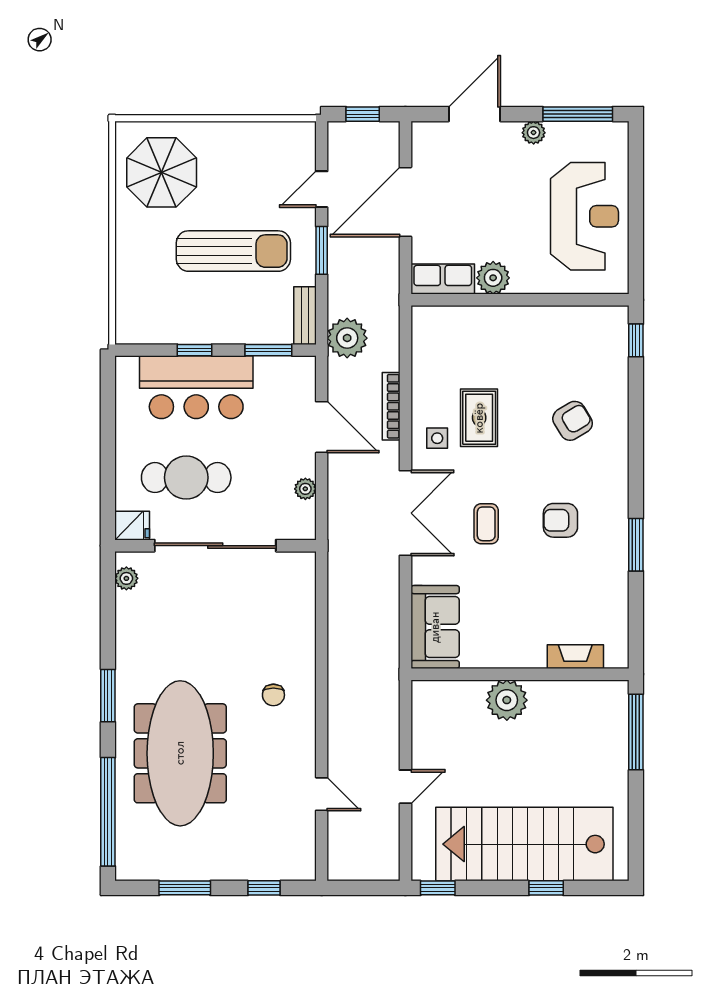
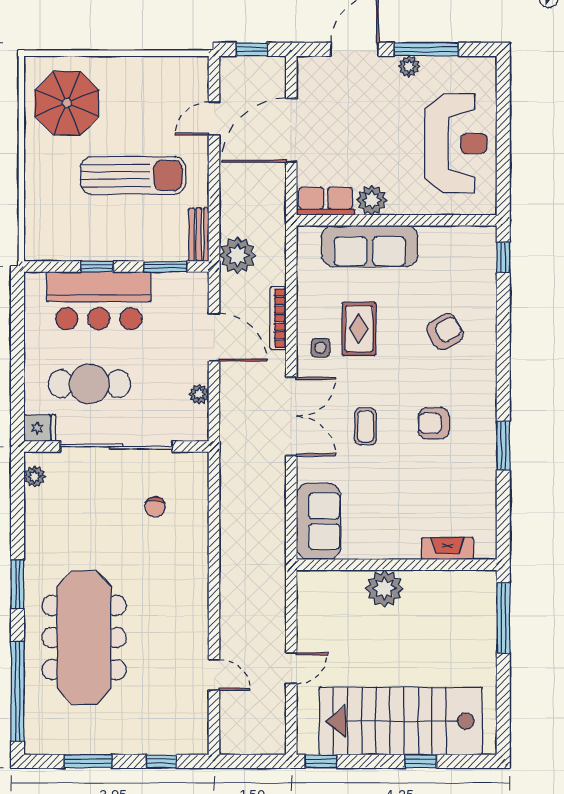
window: (578, 114) -> (426, 49), moved
window: (322, 250) -> (214, 175), removed
sofa: (491, 328) -> (370, 246), added
chair: (273, 695) -> (155, 507), moved

